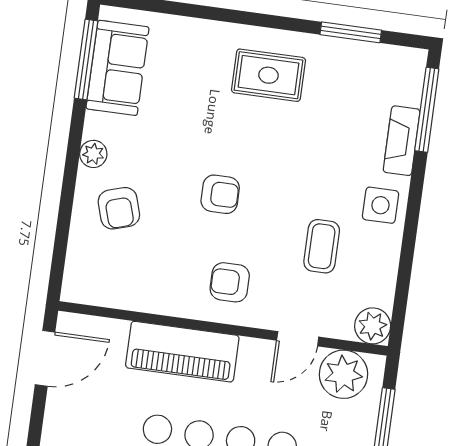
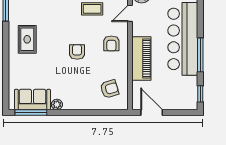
plant: (93, 154) -> (57, 105), moved
armchair: (119, 208) -> (109, 89), moved
door: (298, 339) -> (130, 13), swing flipped

